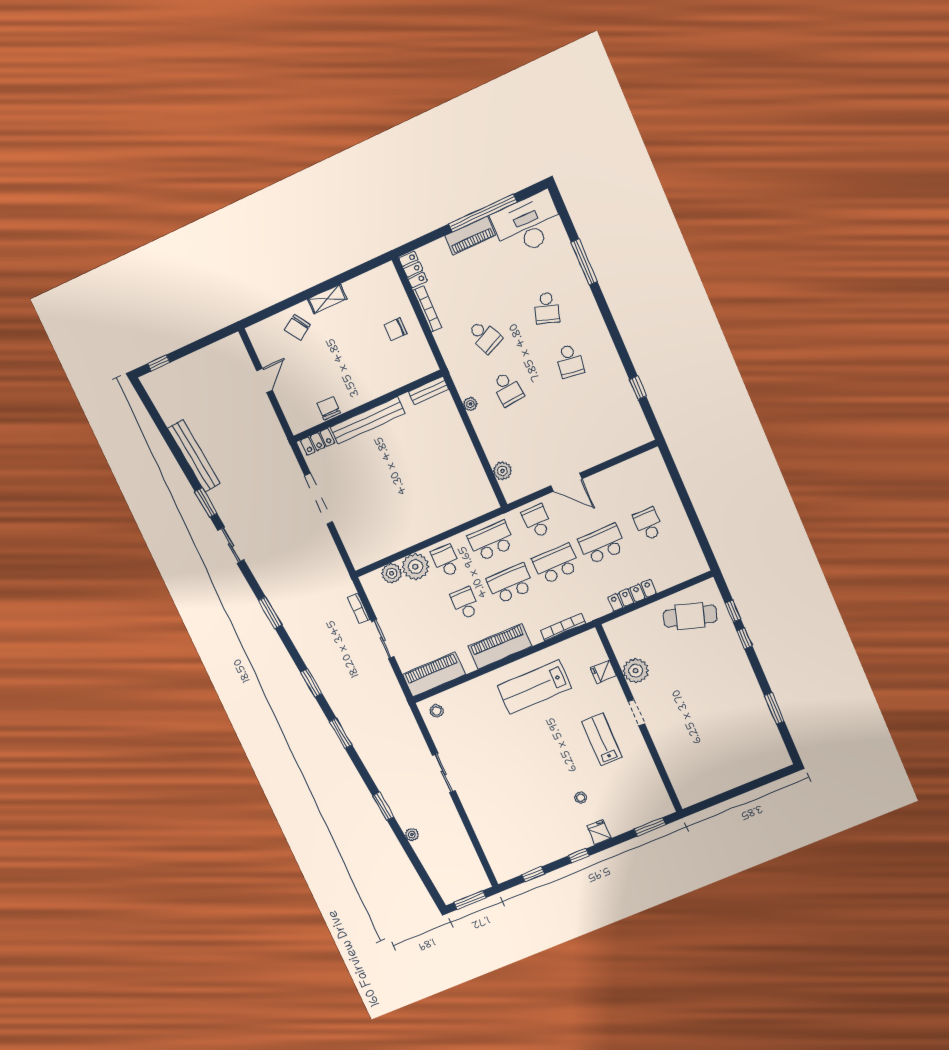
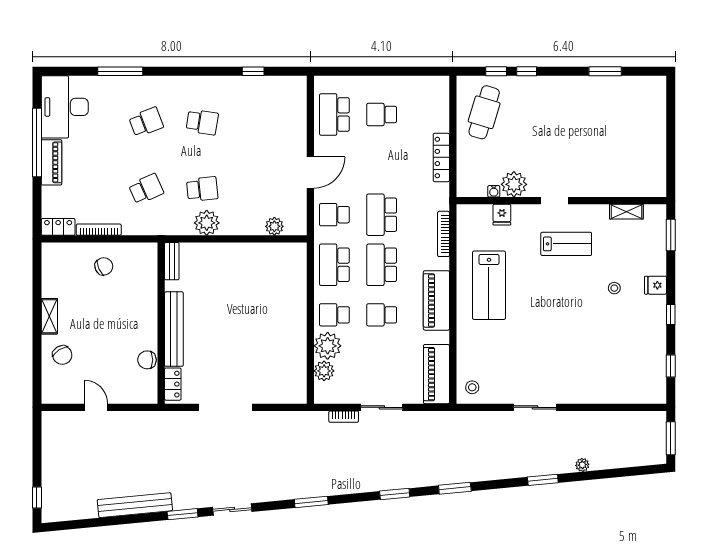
school desk: (547, 308) -> (146, 122), turned -39
chair: (396, 329) -> (104, 266), turned -114
plant: (470, 404) -> (207, 223), width x1.87, depth x1.87
school desk: (602, 544) -> (334, 114), moved
water cooler: (621, 655) -> (494, 191), added
lab bench: (602, 739) -> (566, 244), turned 180
shelving: (654, 780) -> (626, 212), added

